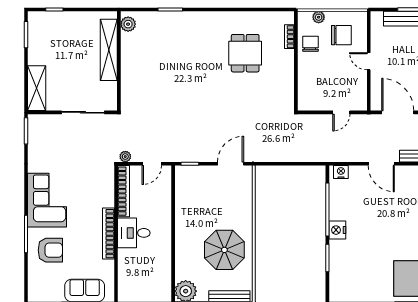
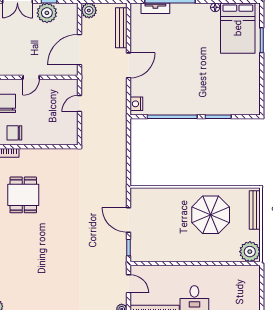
dining table: (245, 53) -> (23, 195), turned 90
door: (341, 112) -> (80, 103), swing flipped
door: (231, 164) -> (129, 220), moved
nightstand: (337, 230) -> (192, 107), removed

